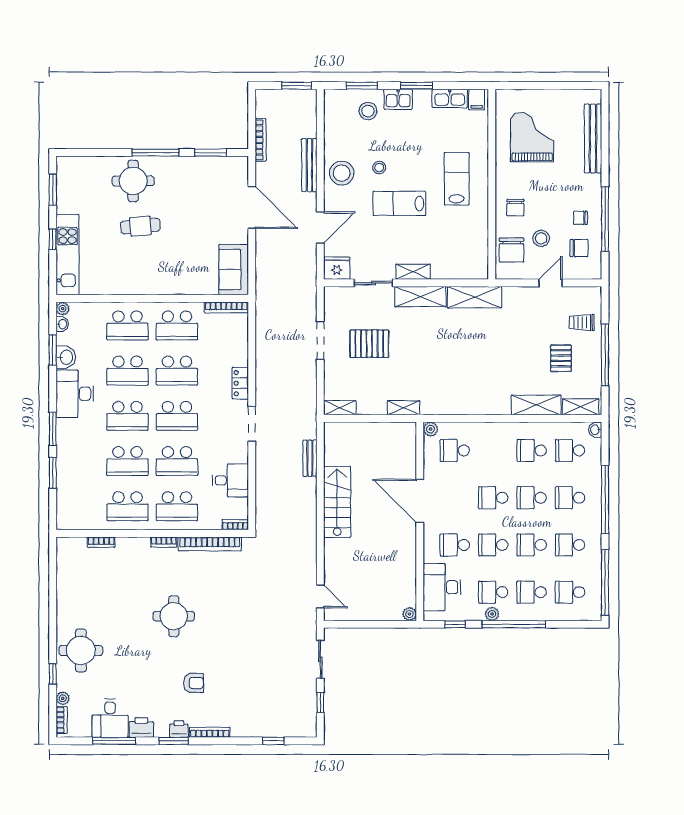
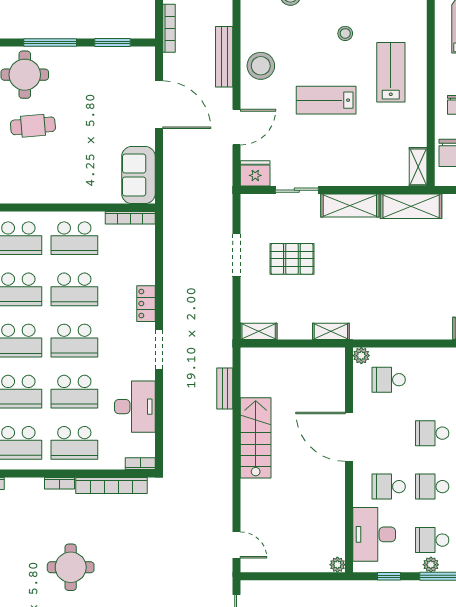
stool: (379, 168) -> (345, 33), moved
shelving: (413, 272) -> (418, 167), moved, turned 90
desk: (230, 480) -> (135, 407), width x1.37

